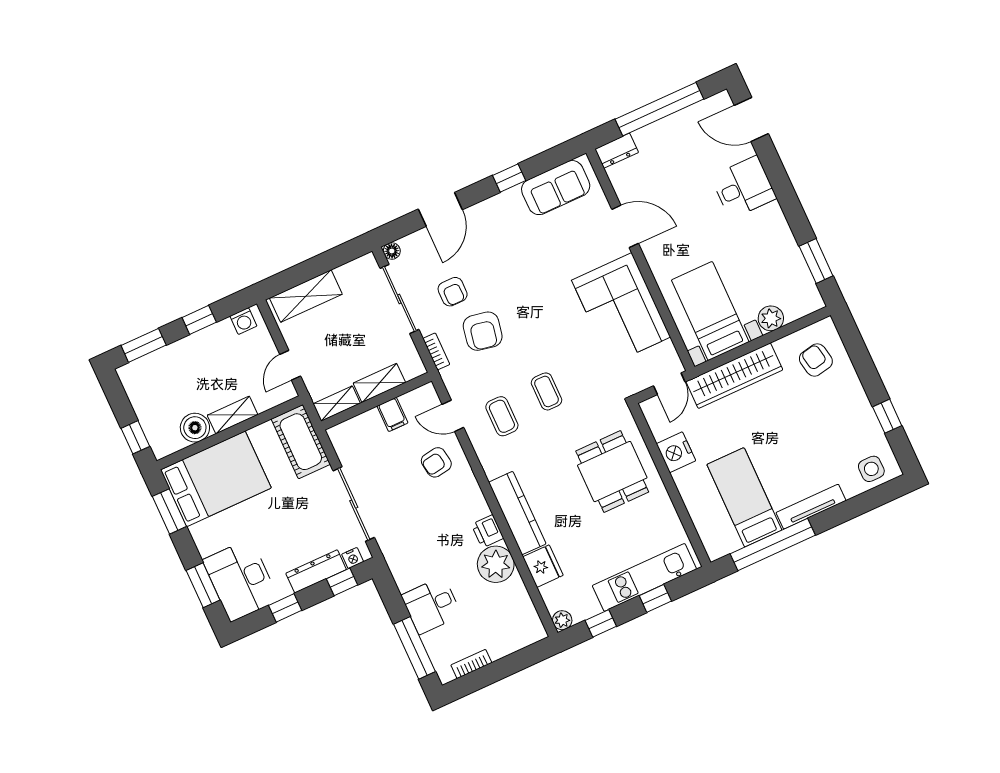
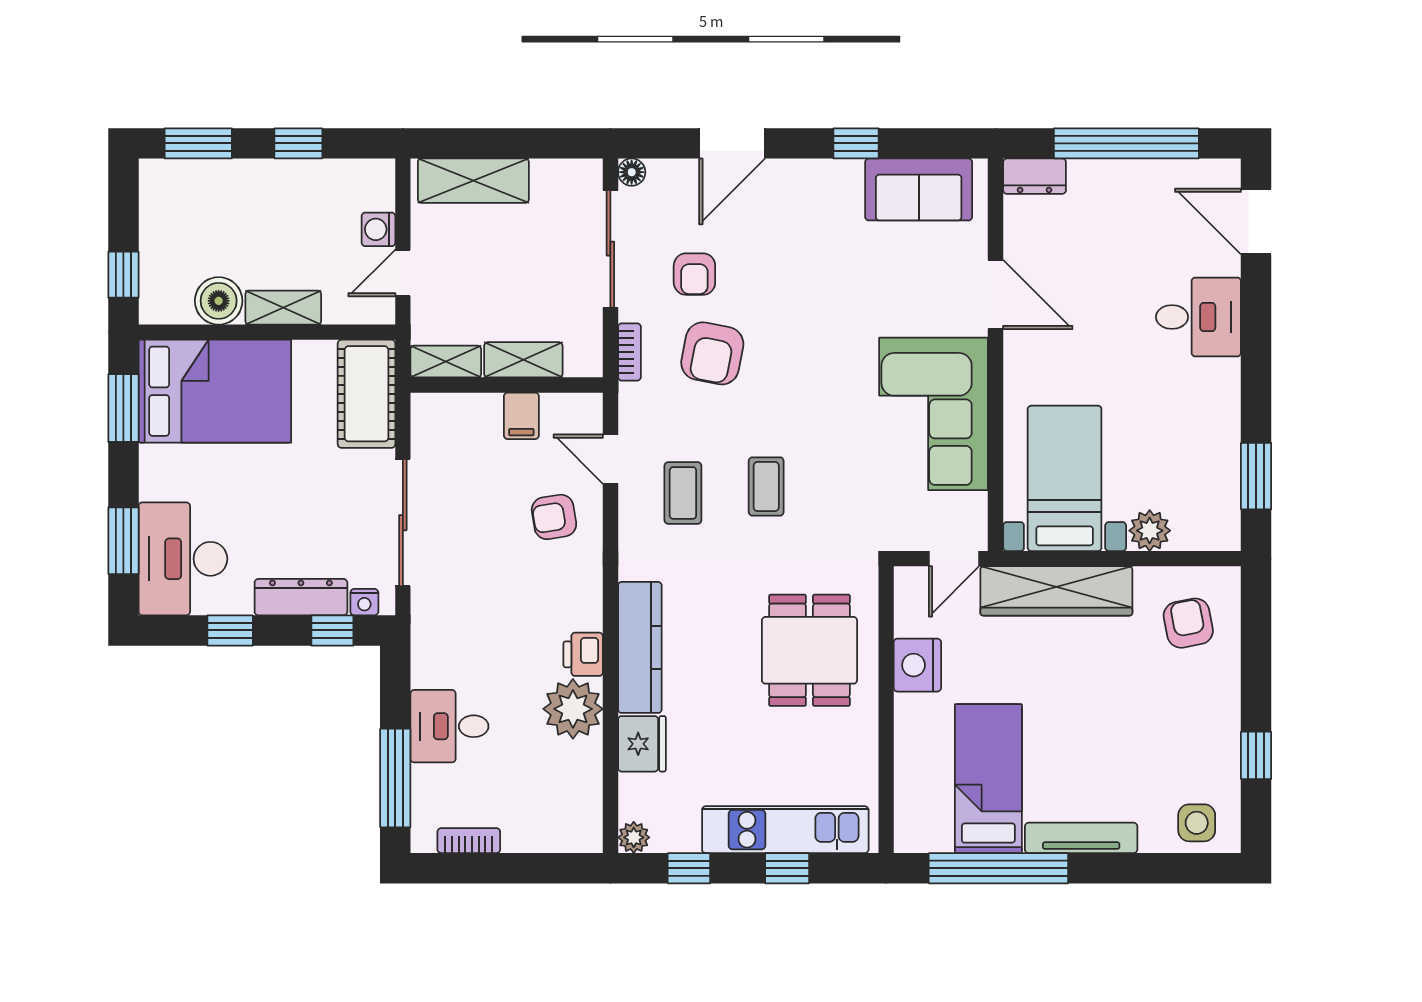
washing machine: (243, 321) -> (378, 229), moved, turned 90

